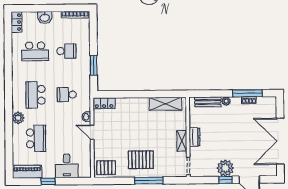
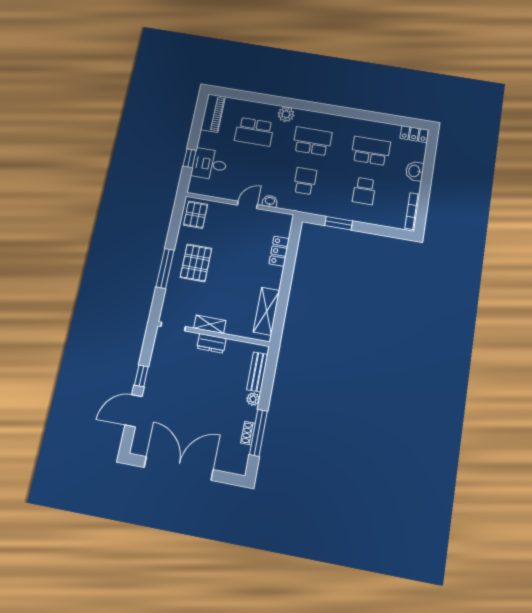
school desk: (35, 51) -> (371, 151), turned 90
locker: (104, 103) -> (279, 251), moved
plant: (225, 168) -> (158, 379), removed
window: (48, 181) -> (190, 158), moved

